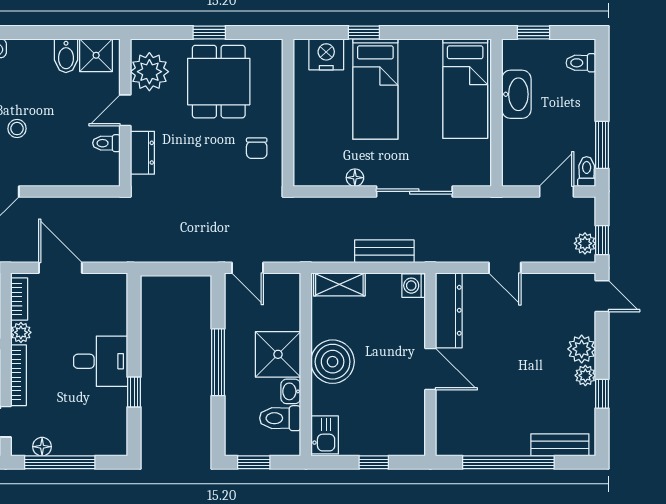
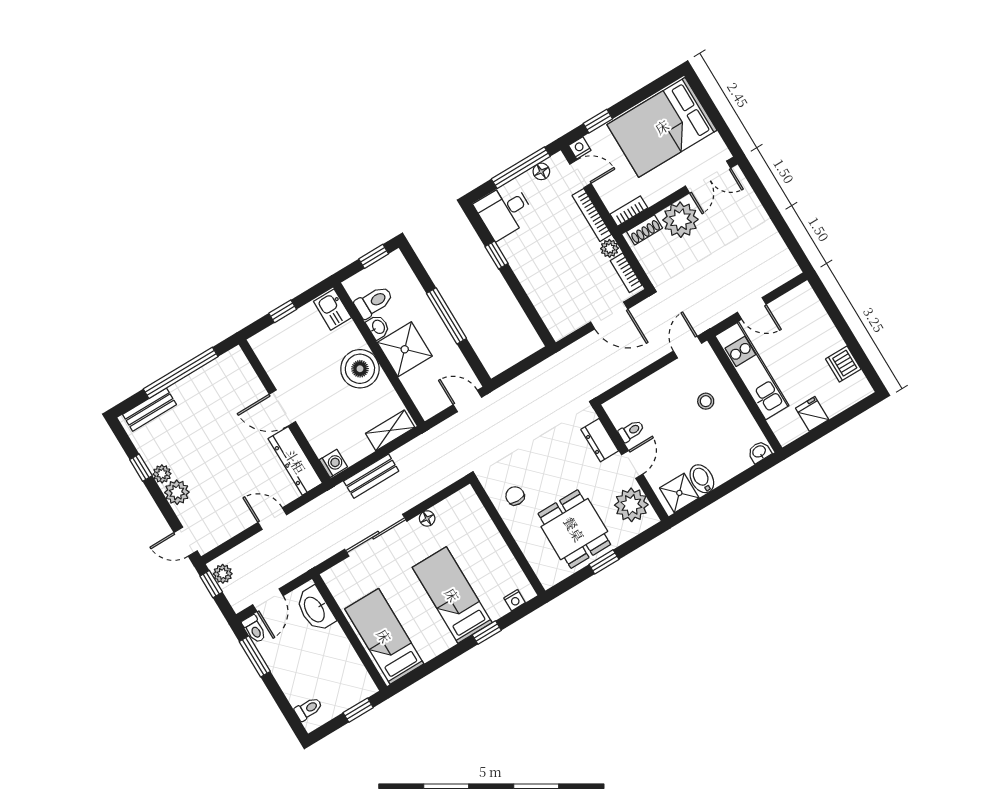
nightstand: (326, 54) -> (515, 600), width x0.53, depth x0.56
washbasin: (516, 94) -> (315, 609), moved
desk: (101, 361) -> (505, 211), moved

